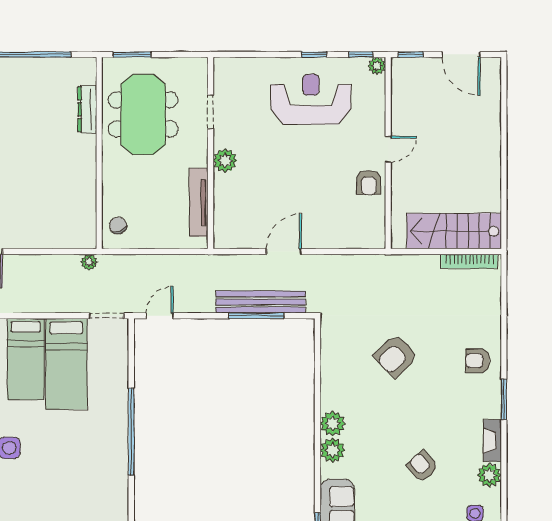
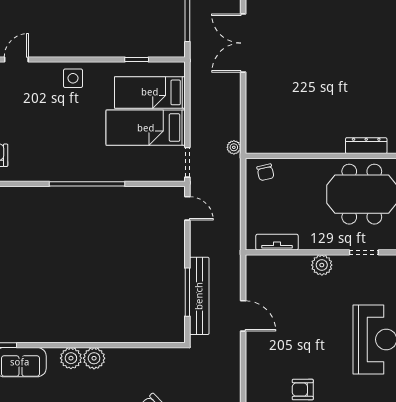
tv unit: (199, 202) -> (277, 242), width x0.71
chair: (118, 226) -> (265, 172), turned 98

